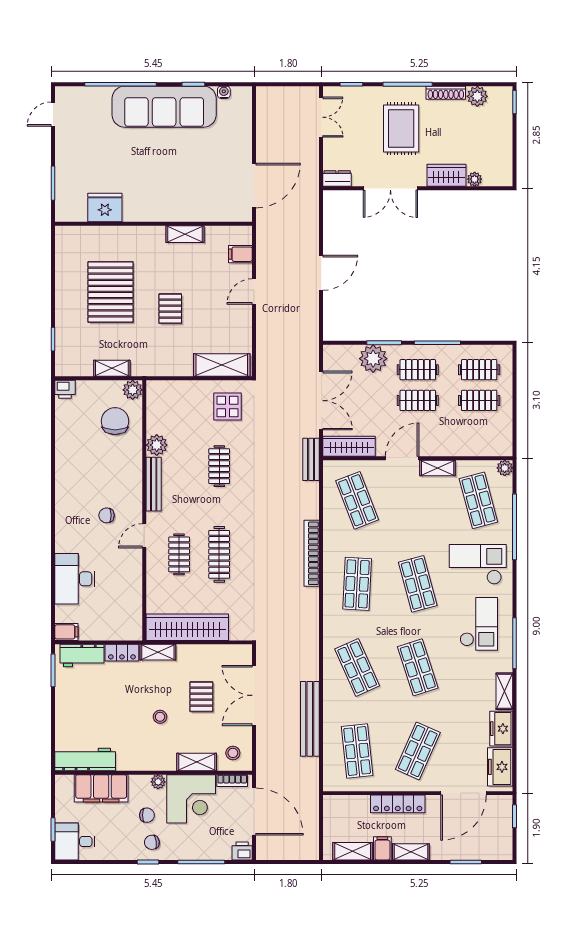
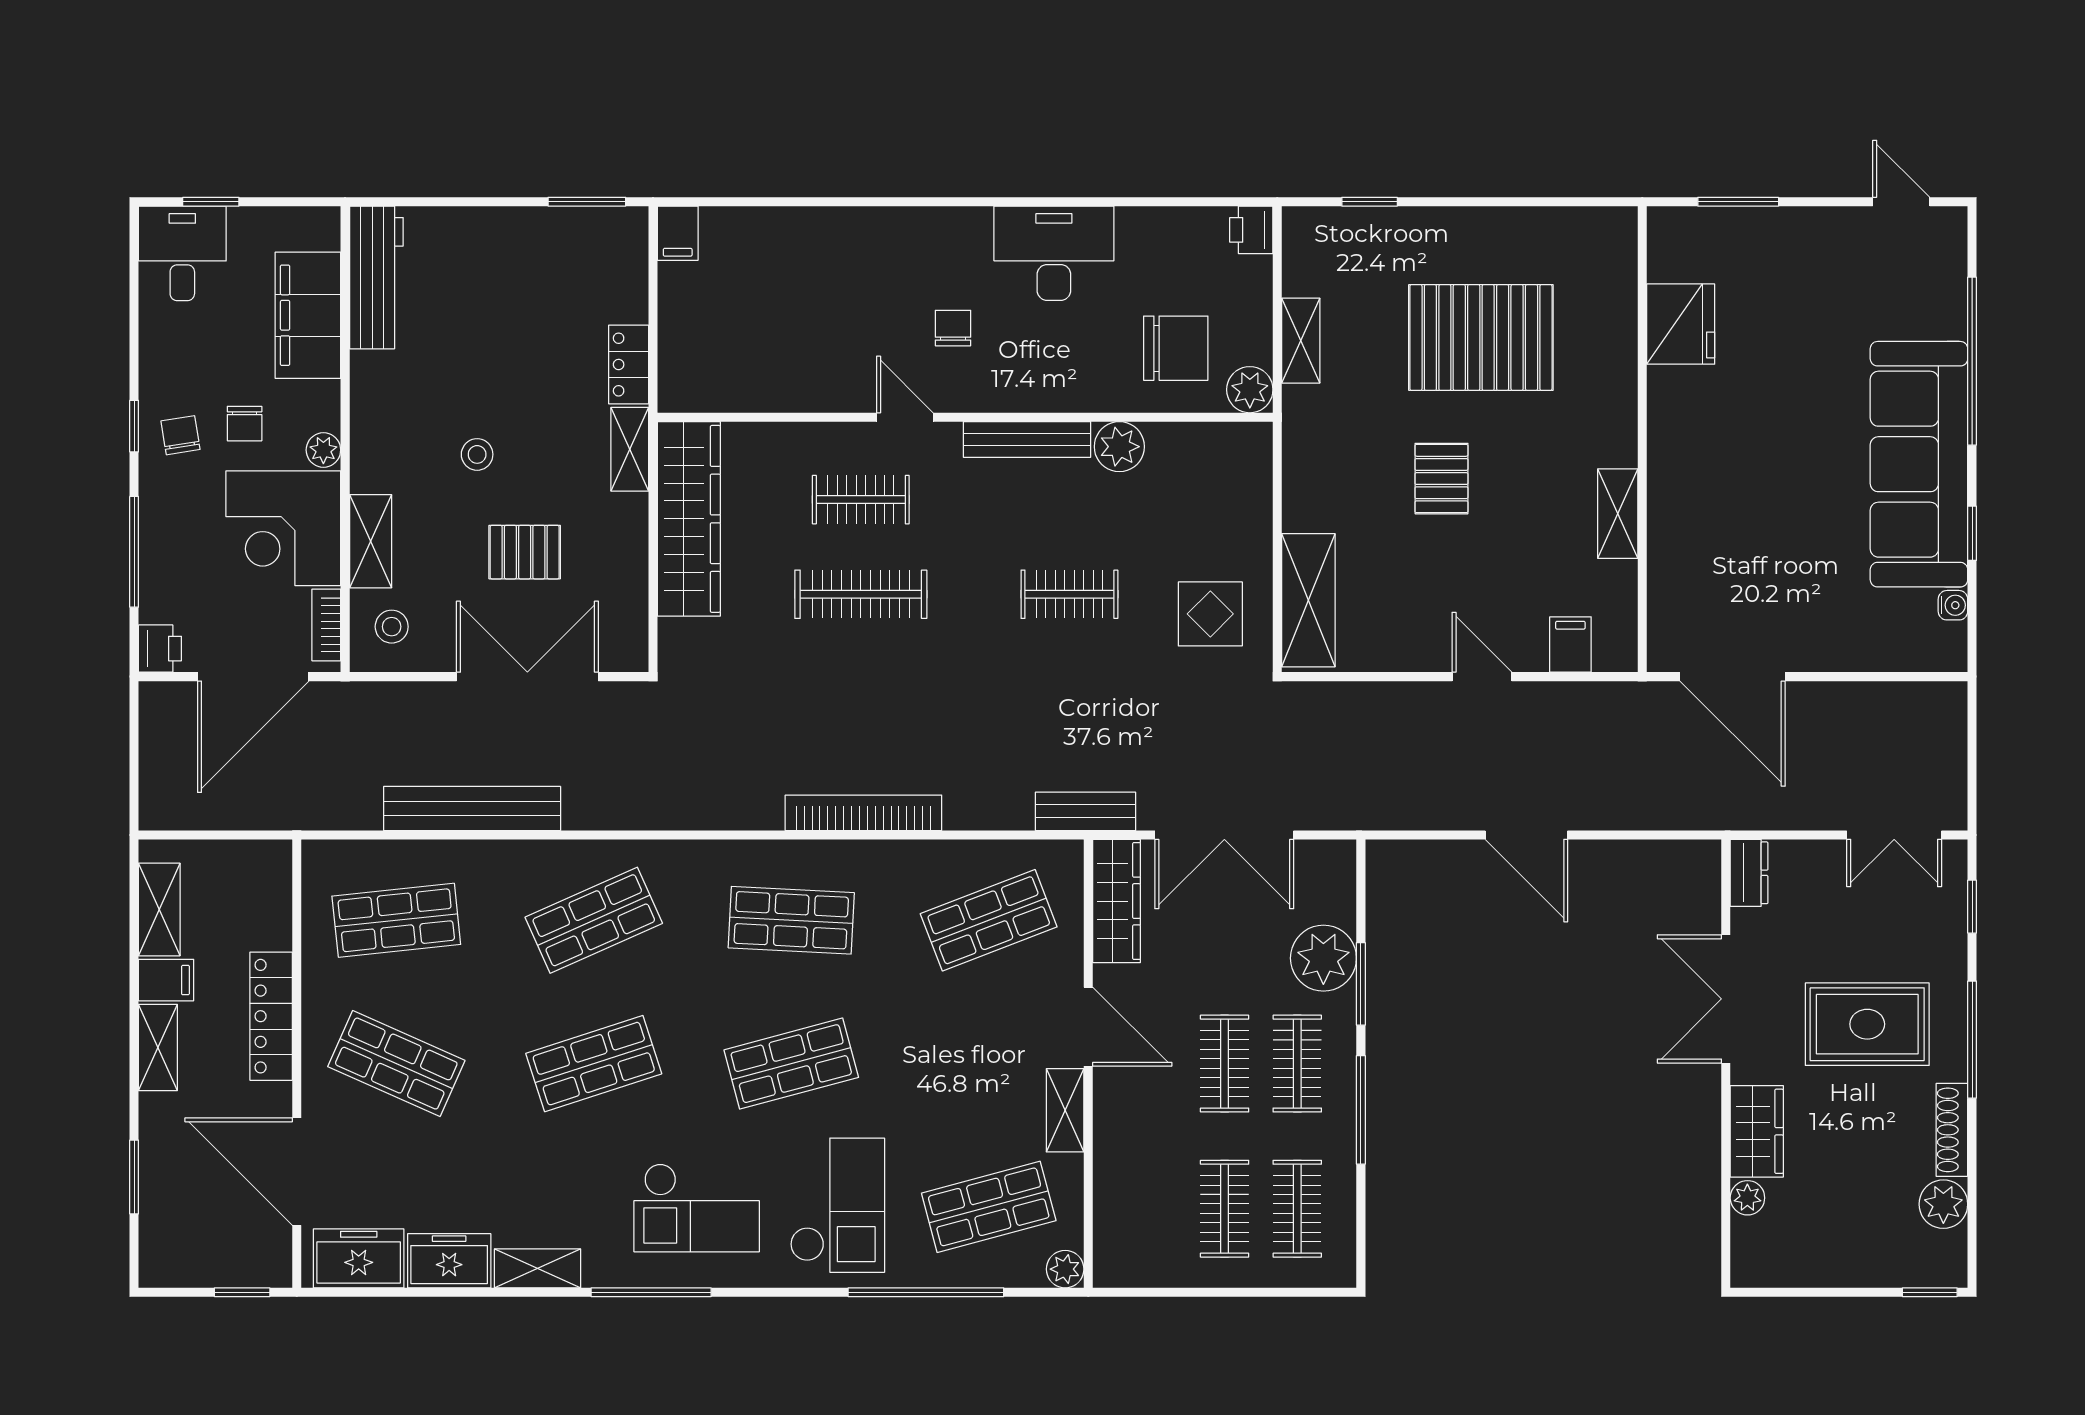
pallet: (170, 309) -> (1441, 479), turned 90
desk: (75, 579) -> (1054, 253), moved
workbench: (82, 656) -> (622, 270), removed

